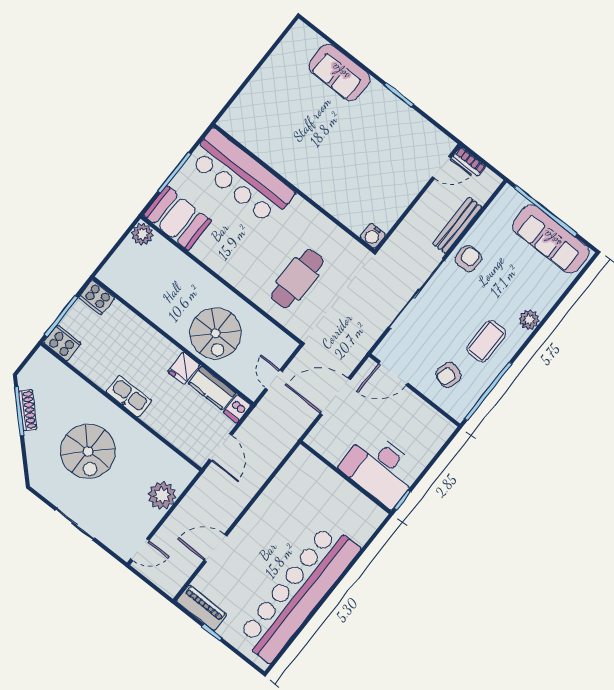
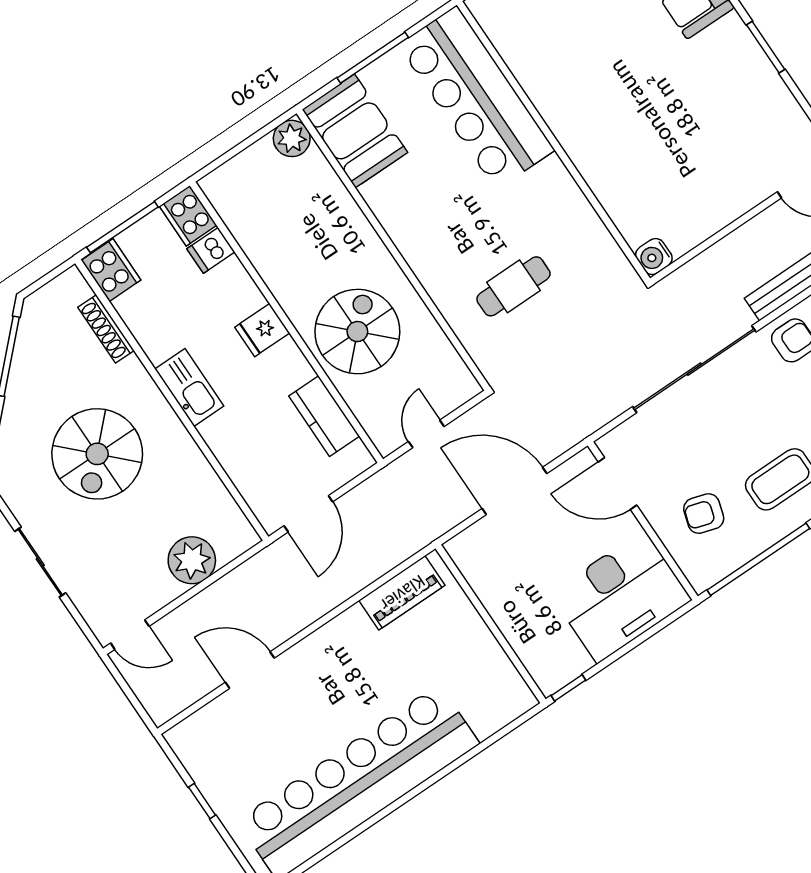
cafe table: (297, 279) -> (513, 286), width x0.73, depth x0.74
spiral stairs: (216, 333) -> (357, 332), turned 180
fridge: (184, 368) -> (262, 330), moved
dishwasher: (237, 409) -> (211, 250), moved
shoe rack: (28, 410) -> (106, 329), moved, turned 135
desk: (380, 469) -> (621, 597), moved, turned -90
piano: (202, 608) -> (402, 593), moved, turned 90

